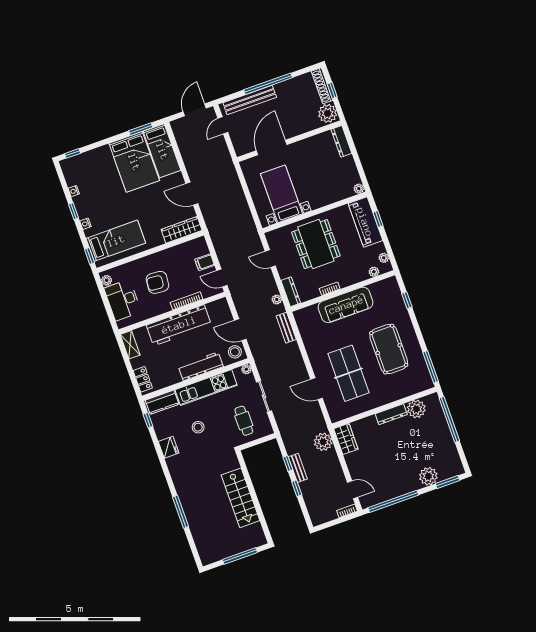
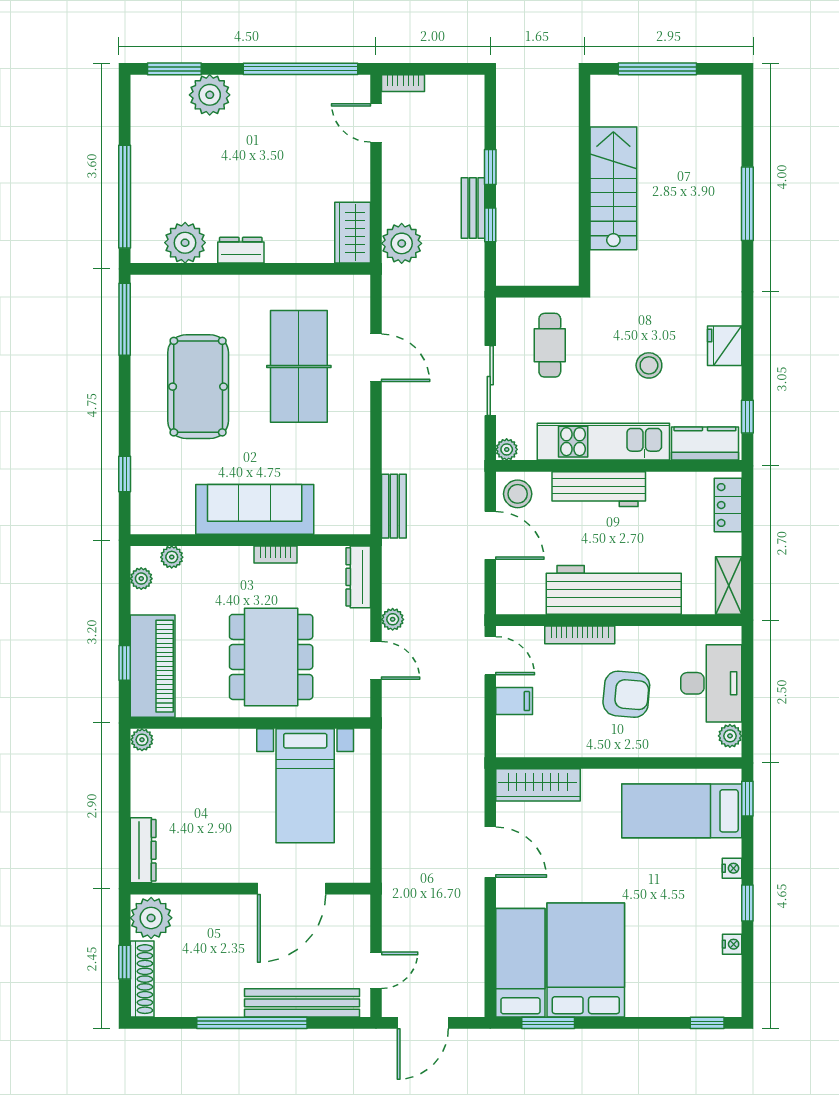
plant: (277, 299) -> (393, 619), moved
dresser: (391, 414) -> (241, 250), width x0.70

